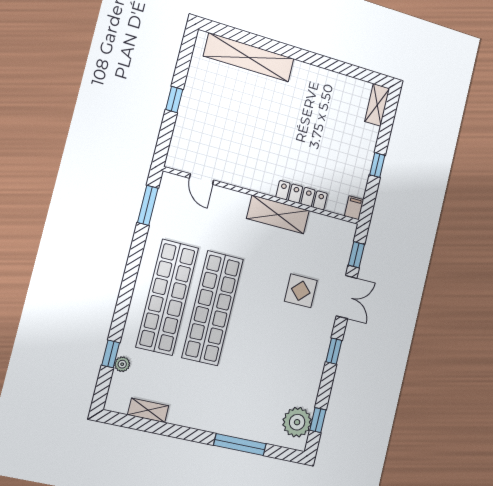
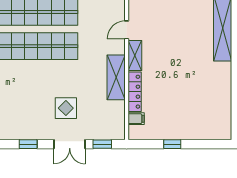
shelving: (377, 105) -> (135, 56), moved, turned 90
door: (202, 179) -> (127, 30), moved
filing cabinet: (354, 208) -> (136, 119), moved

